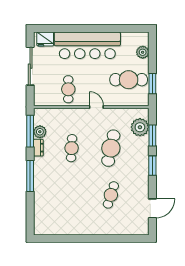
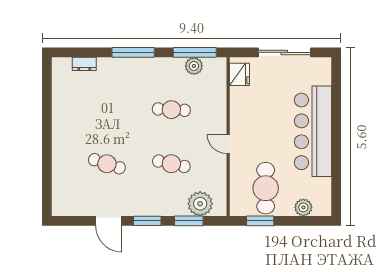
fridge: (45, 39) -> (239, 74), moved, turned 180
cafe table: (68, 89) -> (252, 105), removed
door: (96, 107) -> (228, 144), swing flipped
dresser: (38, 148) -> (84, 64), moved
cafe table: (111, 148) -> (171, 164), width x0.73, depth x0.74
door: (152, 208) -> (109, 221), moved

